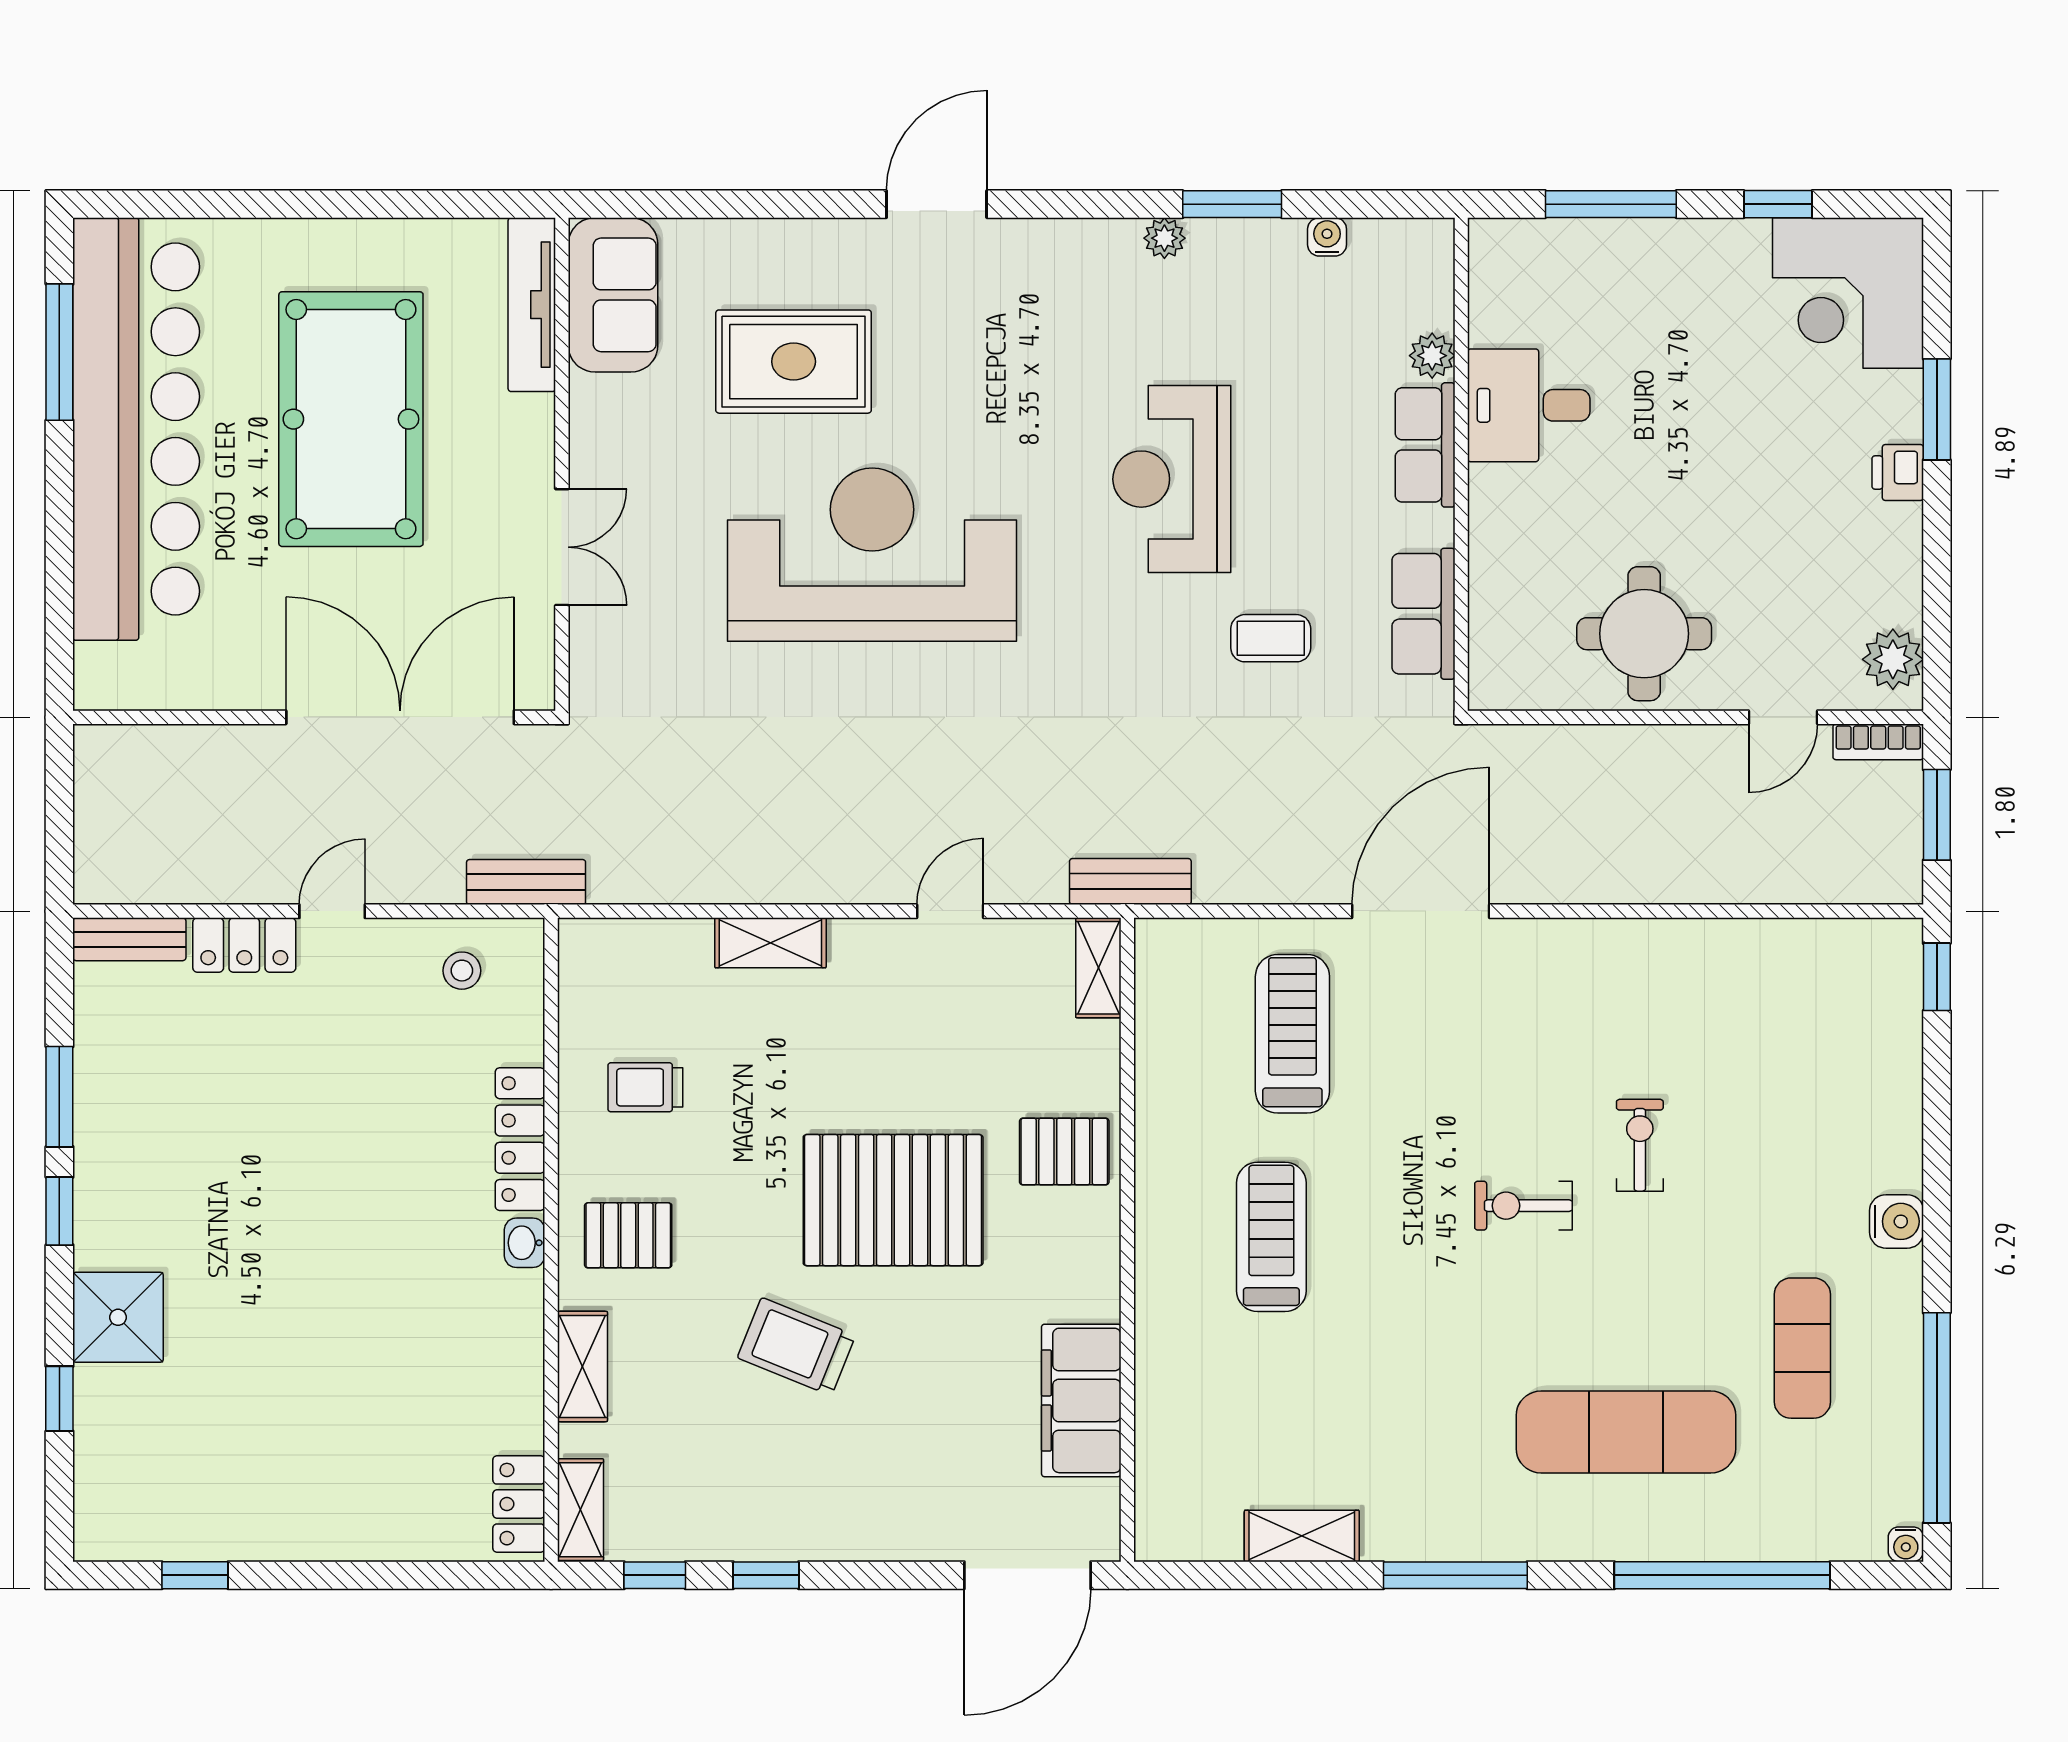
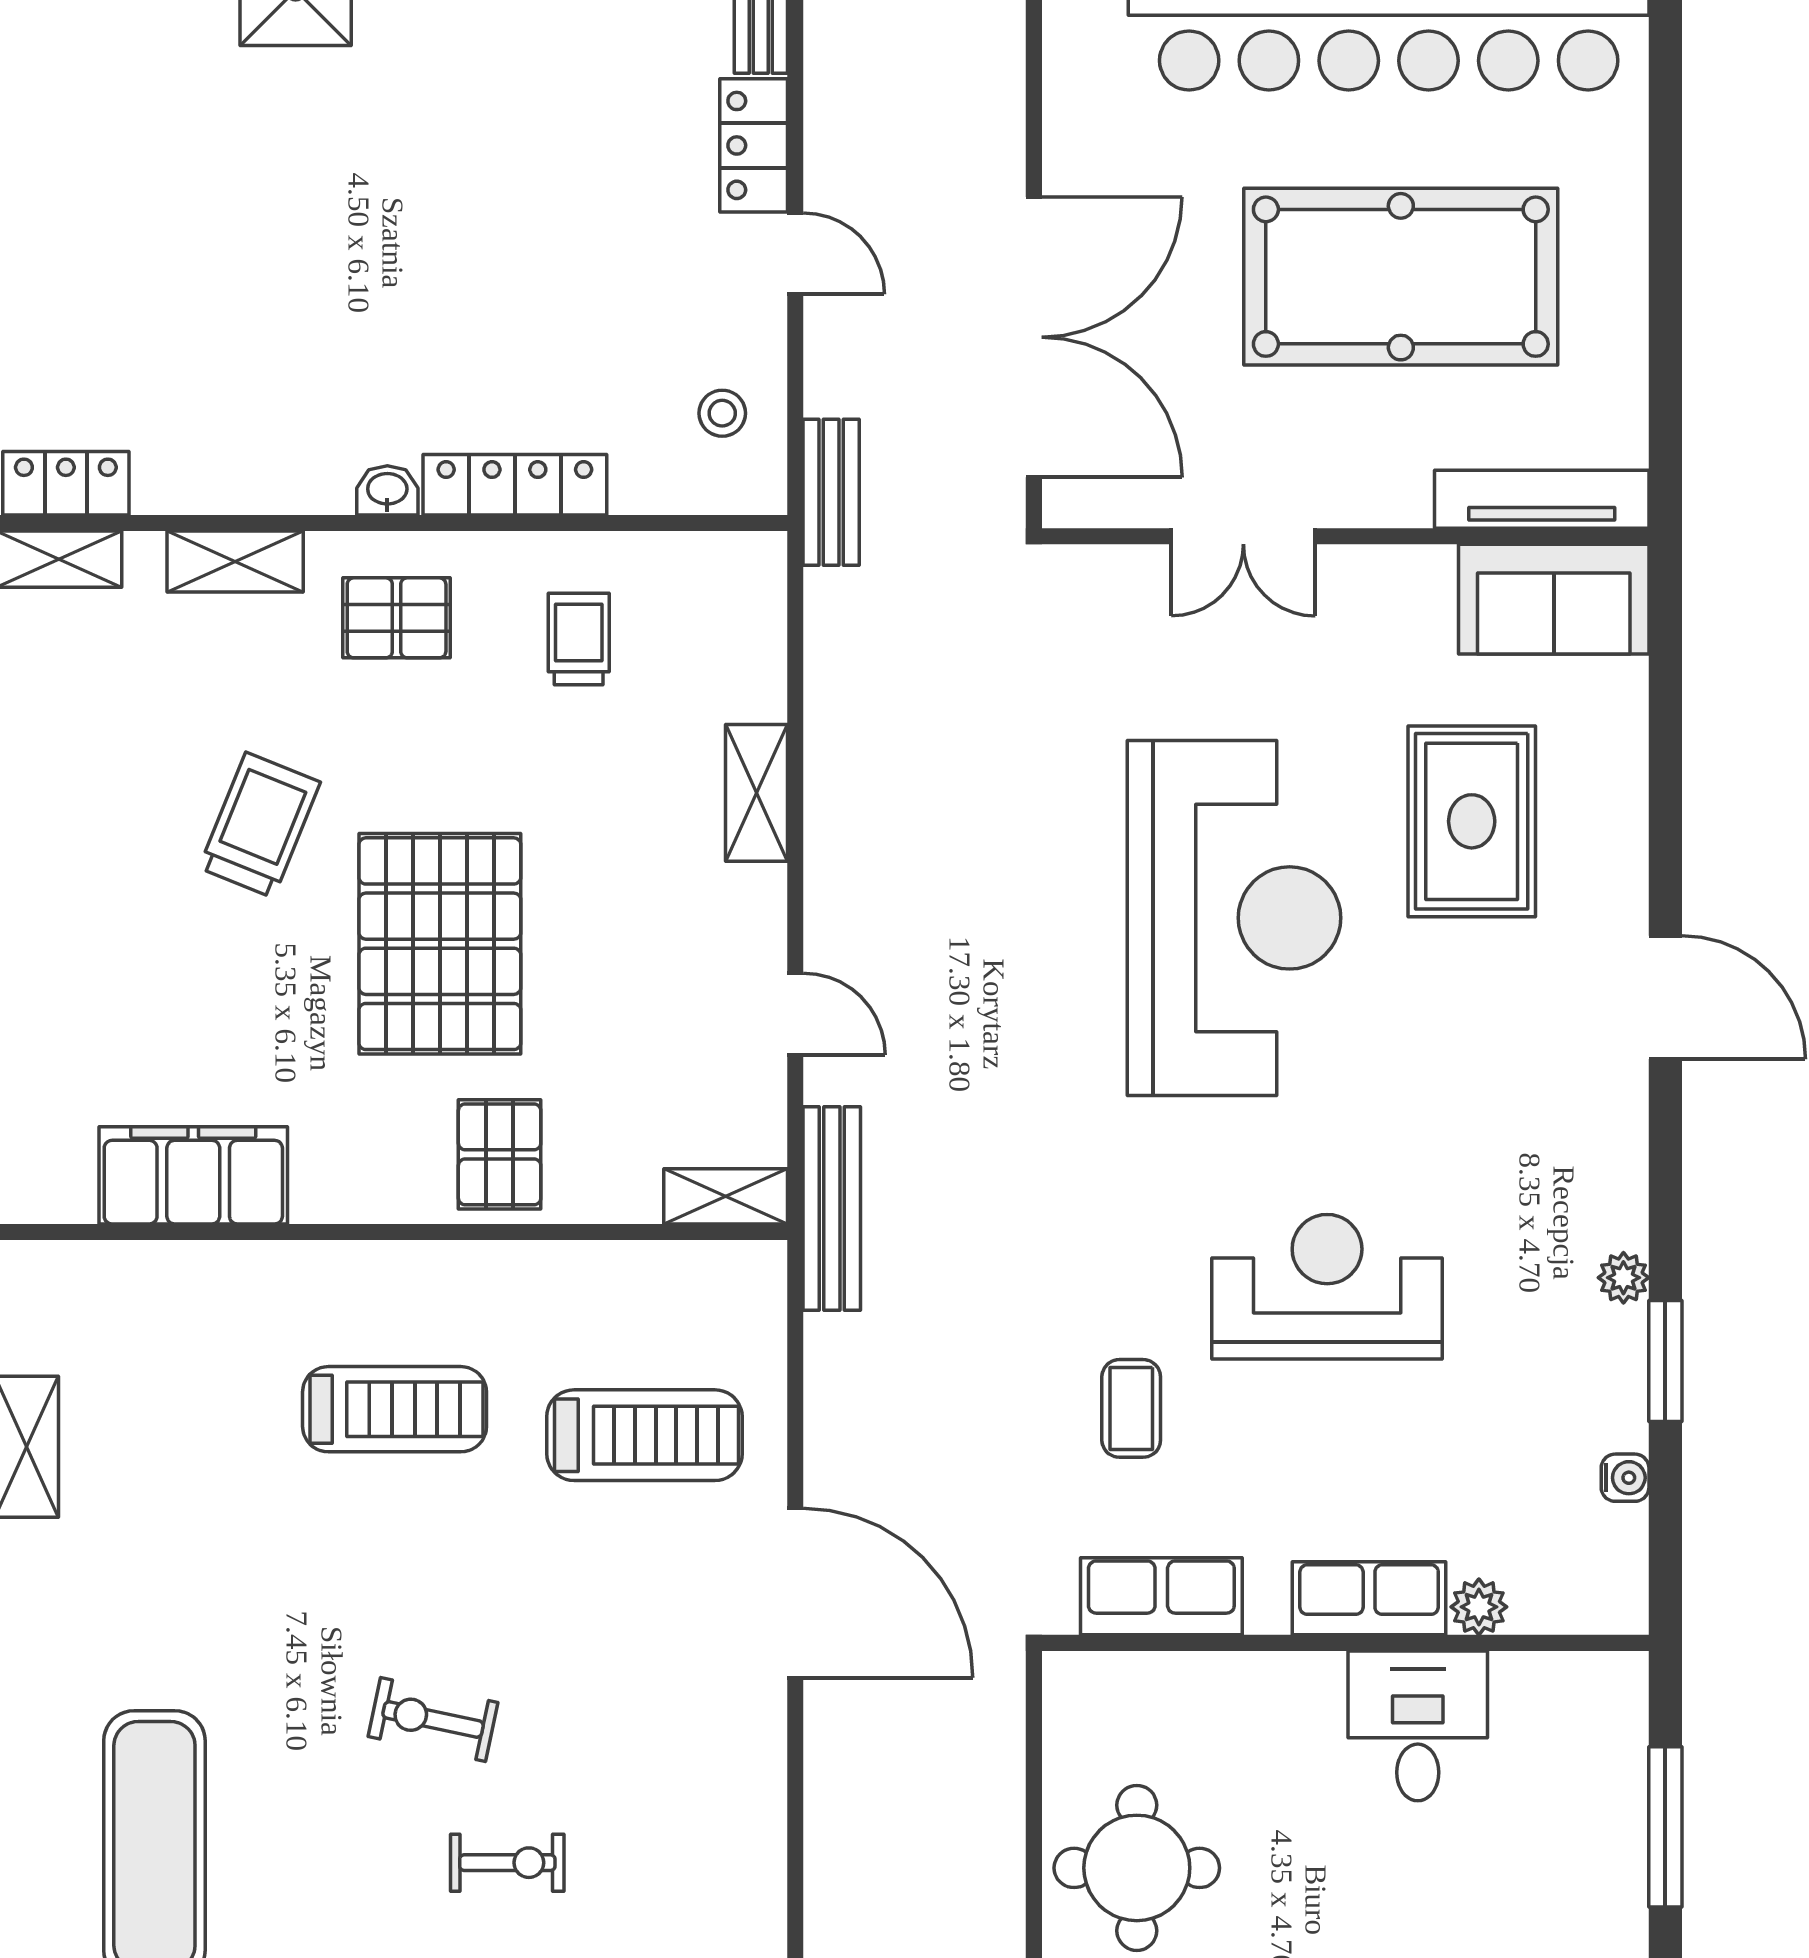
bench: (1130, 882) -> (832, 1209), width x1.36
exercise bike: (1524, 1206) -> (433, 1719), turned -78
pallet: (628, 1235) -> (397, 618), turned 90

